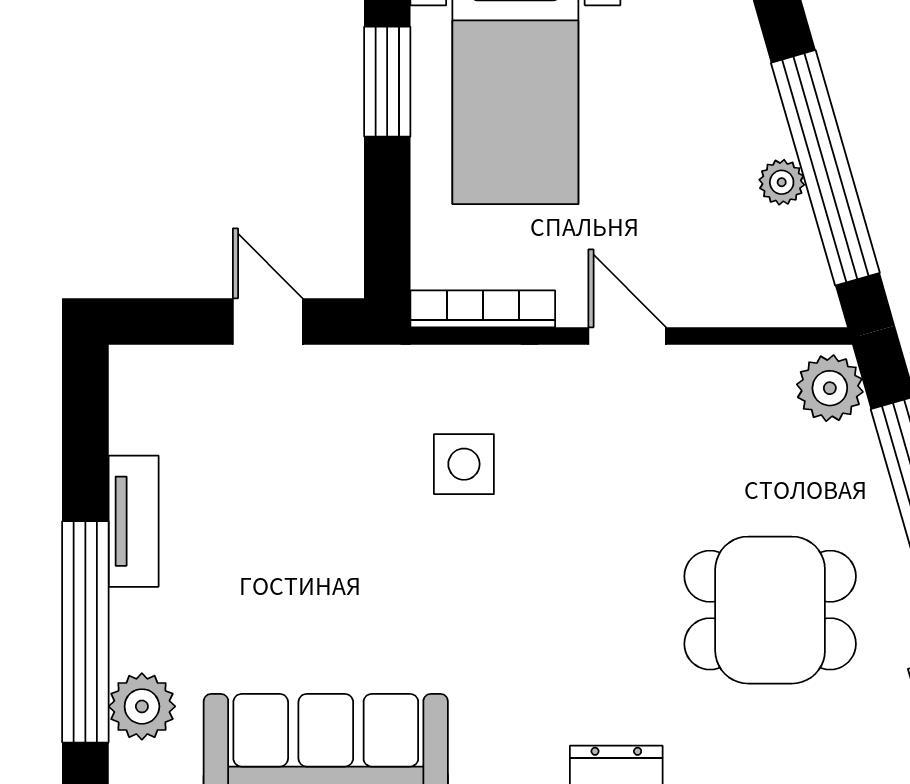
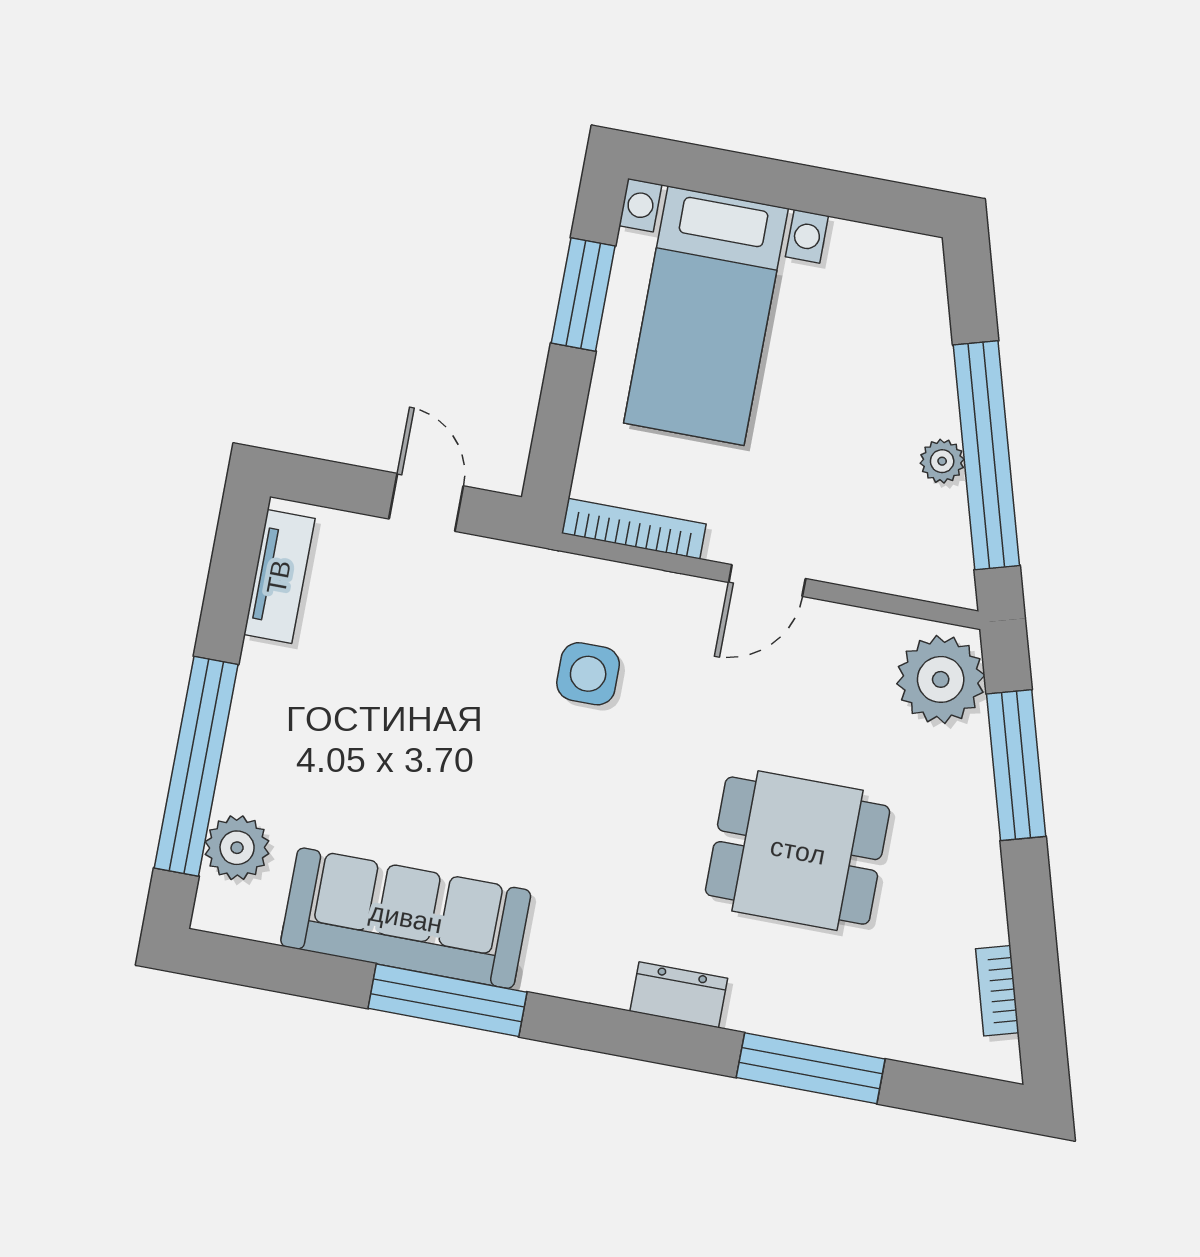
door: (627, 336) -> (767, 581), swing flipped
plant: (830, 388) -> (941, 679), width x1.36, depth x1.36
tv unit: (134, 521) -> (279, 577), moved
dining table: (770, 610) -> (798, 851), moved

